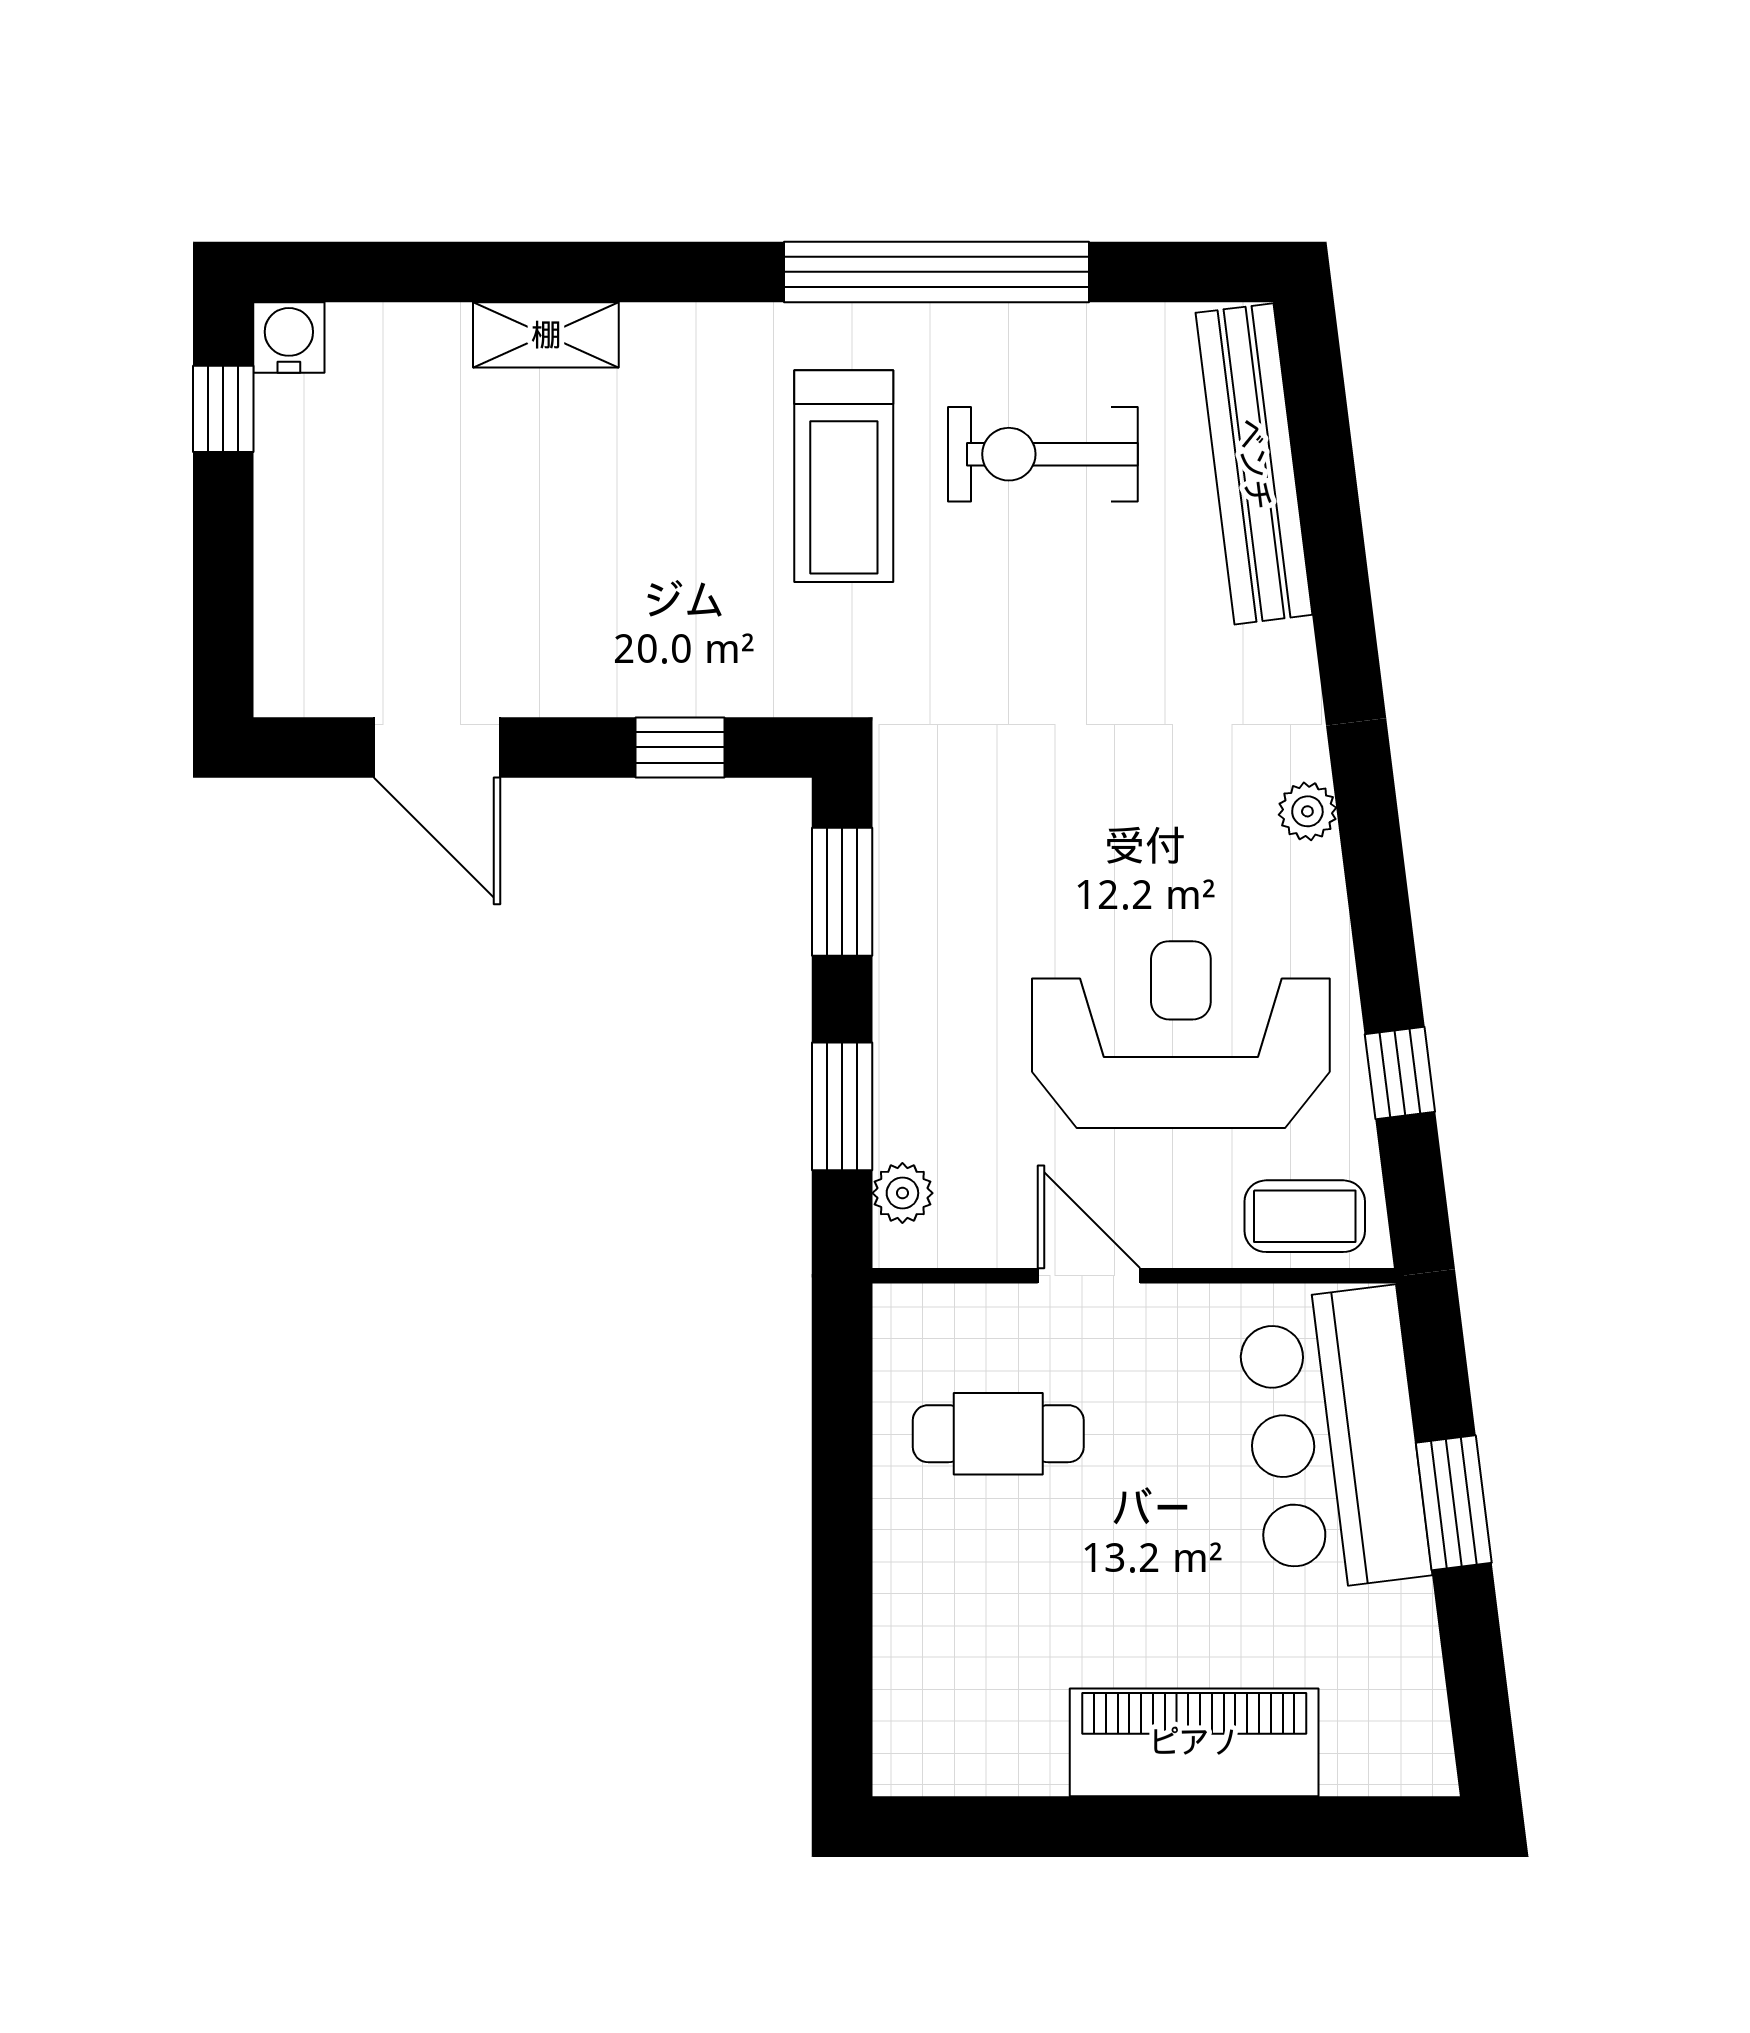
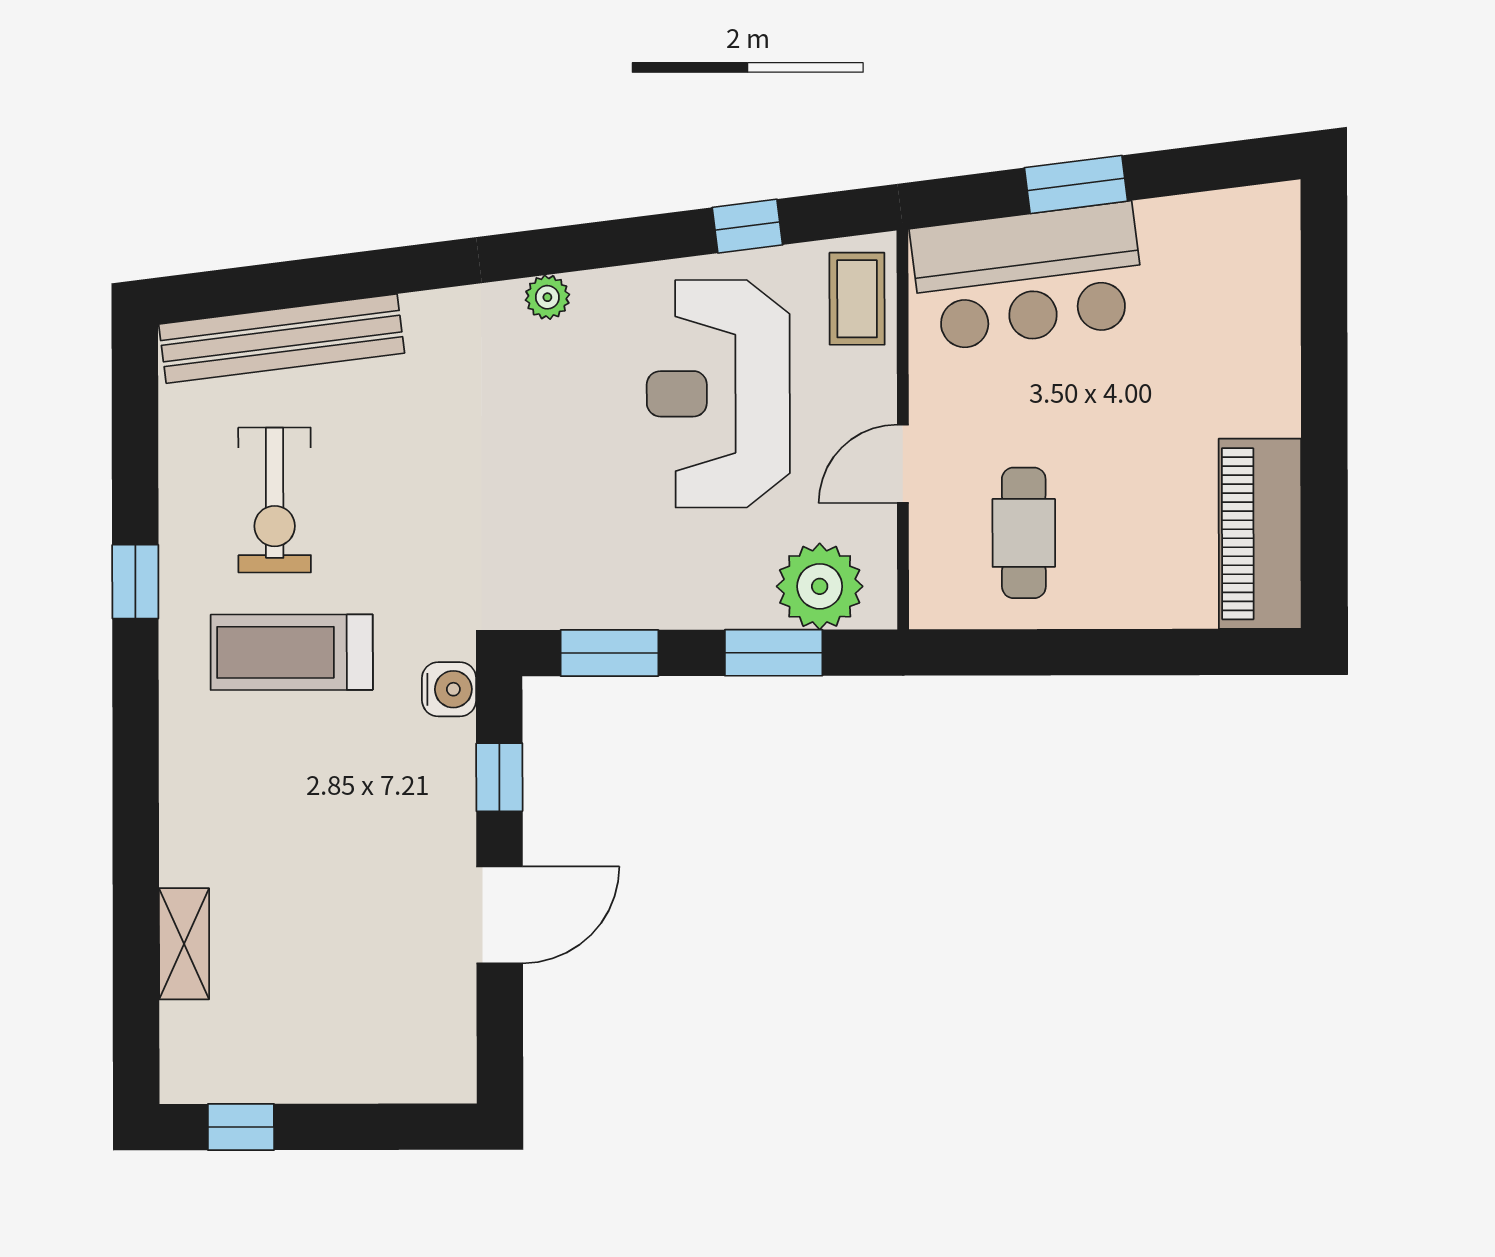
window: (937, 272) -> (135, 582), width x0.32
shelving: (546, 335) -> (184, 944), moved
water cooler: (289, 338) -> (449, 689), moved, turned 180
treadmill: (844, 476) -> (292, 652), turned 180
door: (437, 747) -> (500, 915), moved
plant: (902, 1193) -> (820, 586), width x1.88, depth x1.88
piano: (1194, 1742) -> (1260, 534), moved

